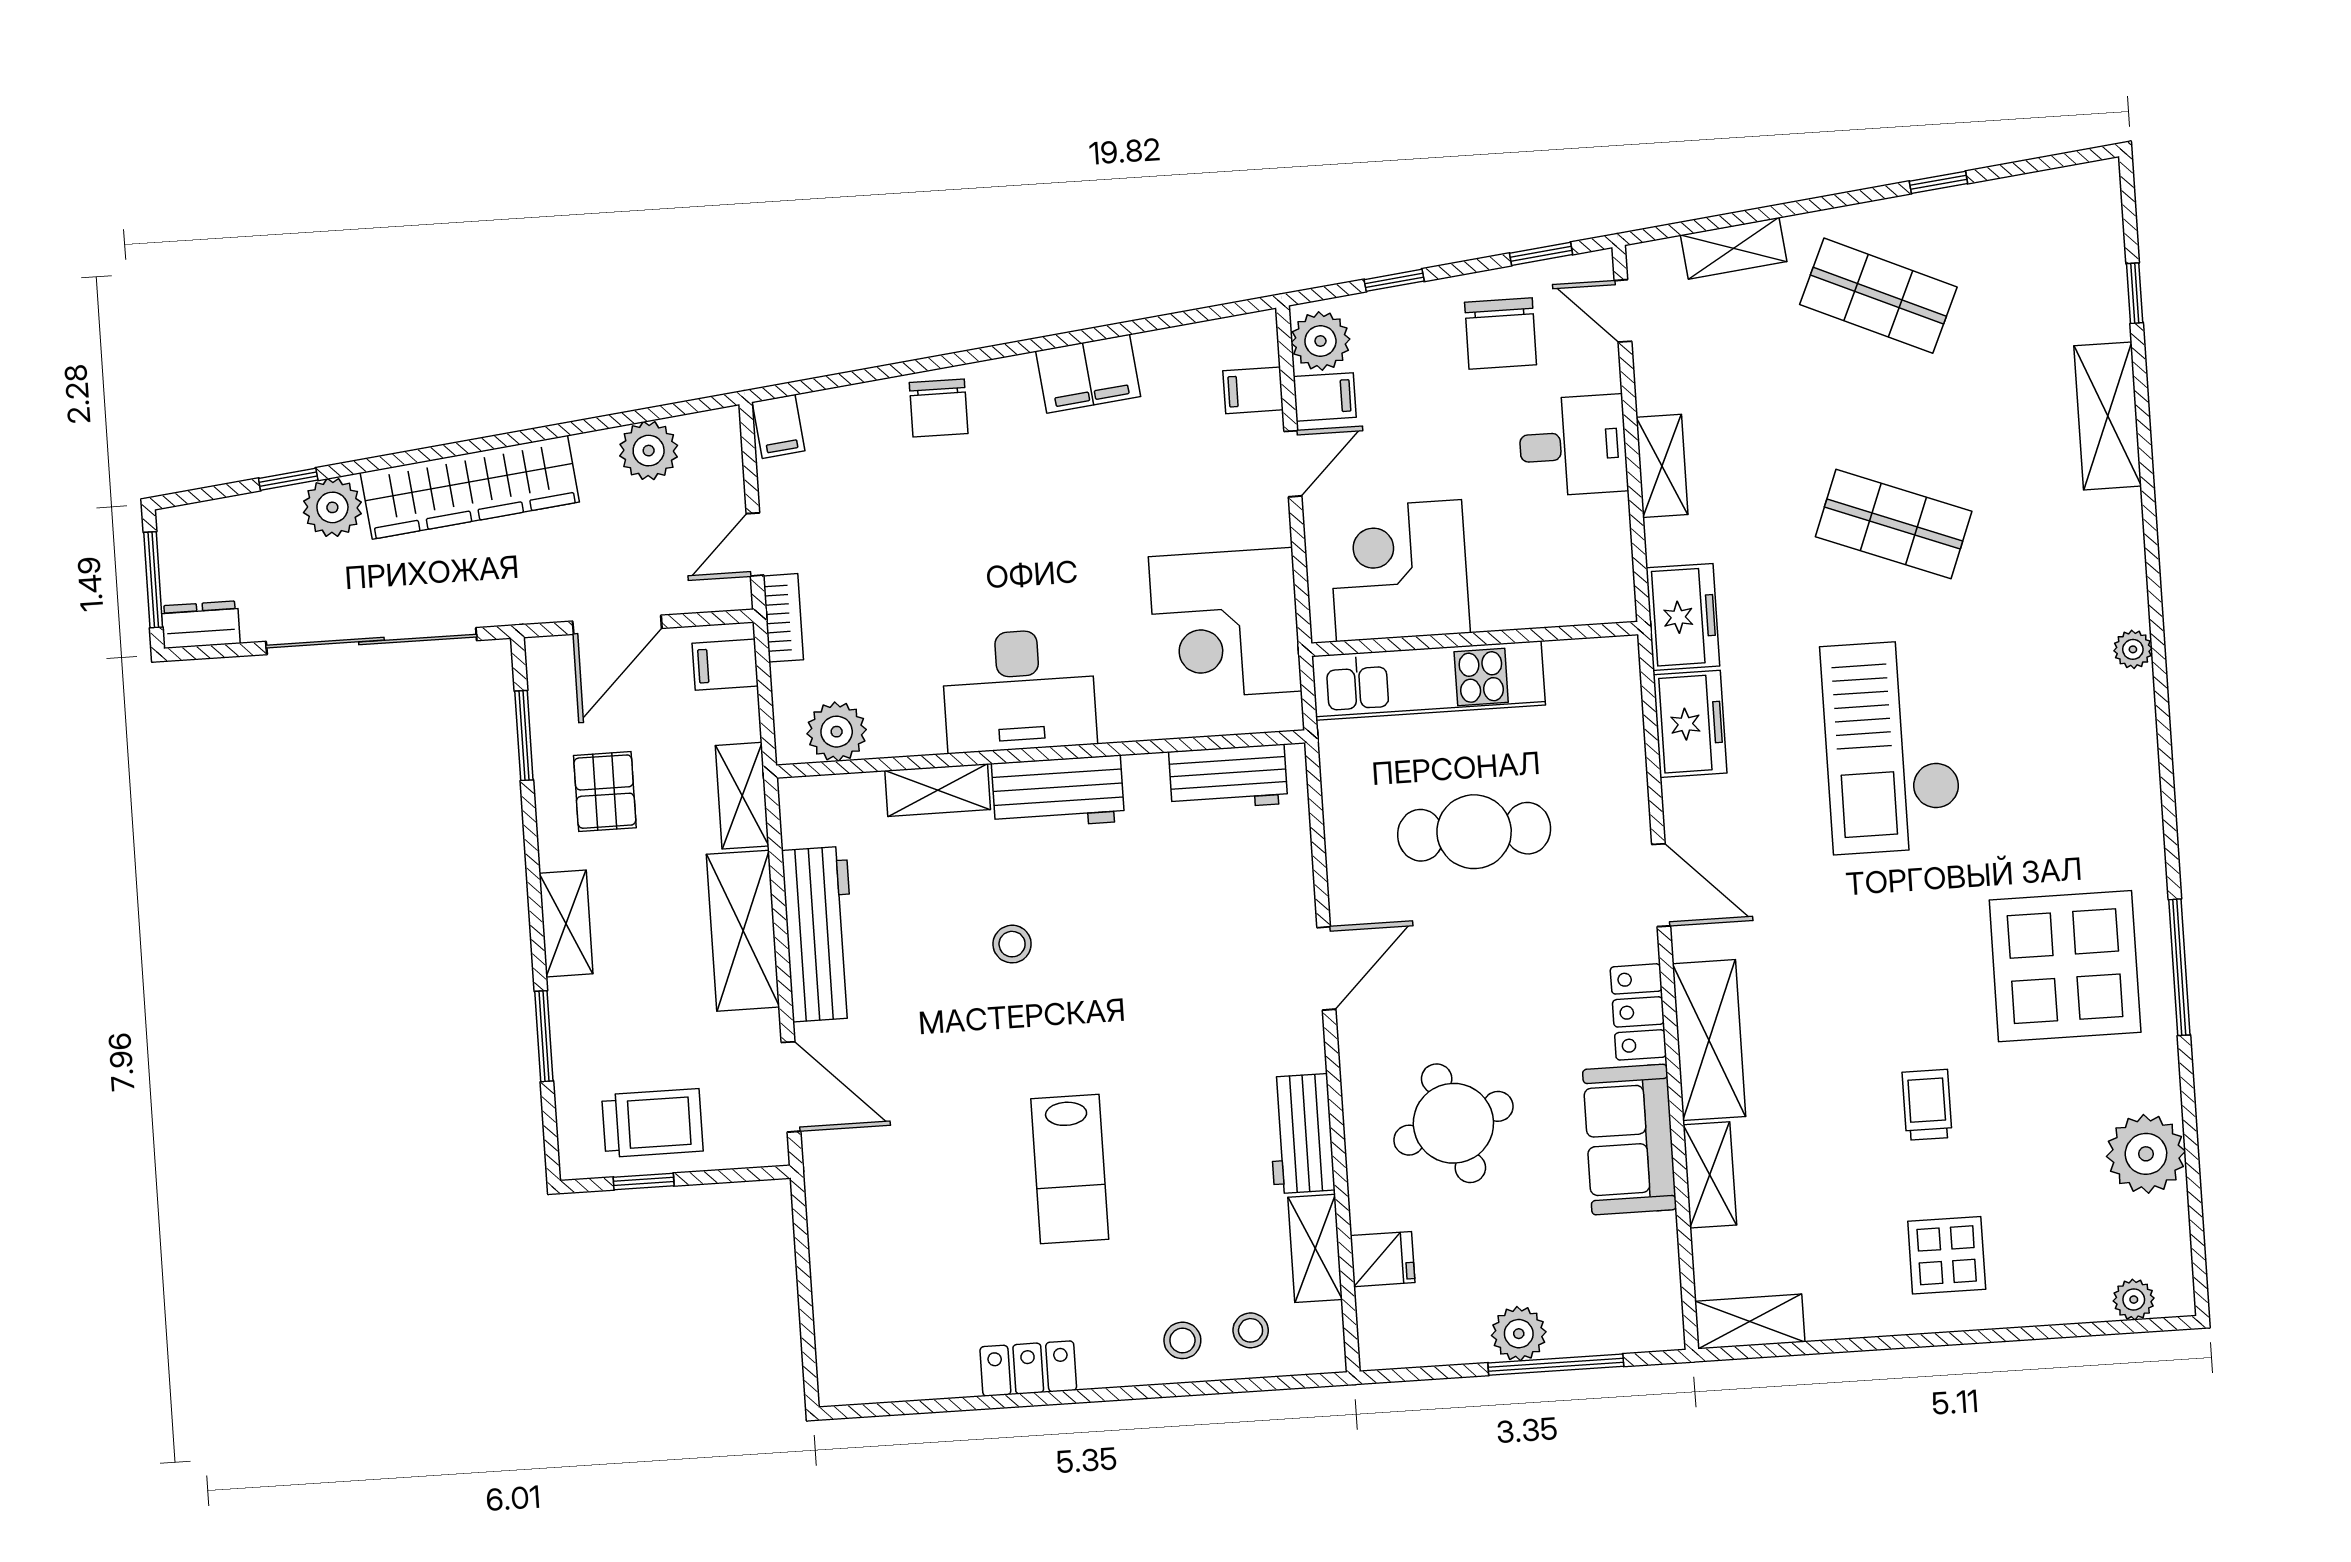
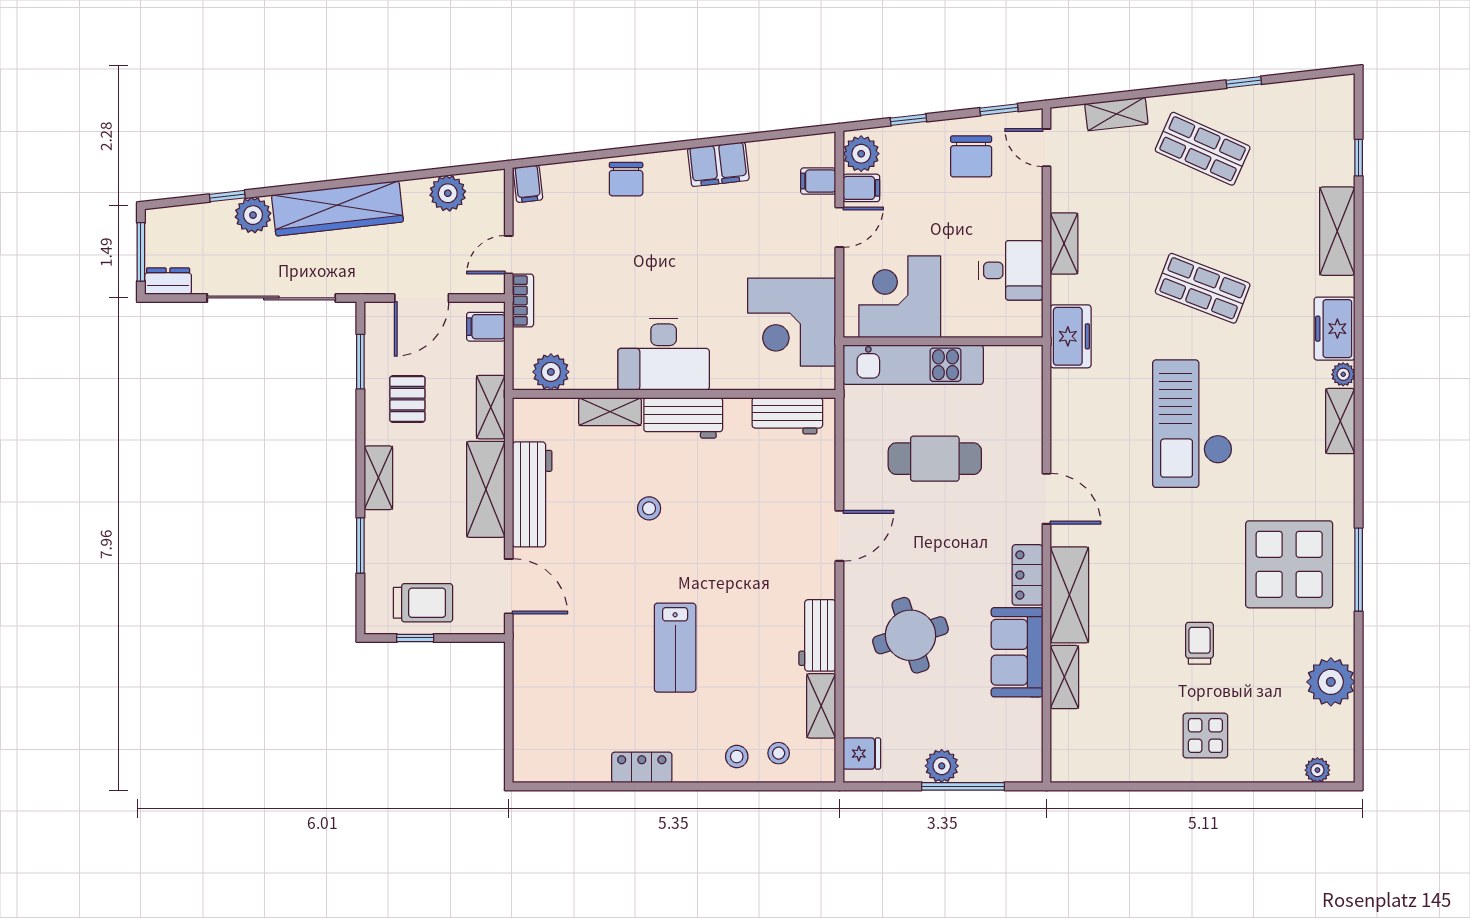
desk: (1573, 446) -> (1011, 270), moved
freezer: (1690, 724) -> (1335, 329), moved, turned 180
fridge: (1383, 1259) -> (862, 754), moved
shelving: (1750, 1322) -> (1340, 421), moved, turned 90

